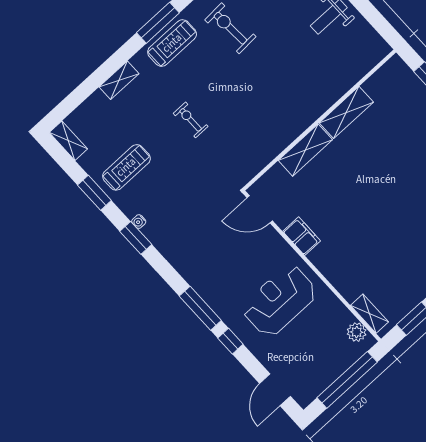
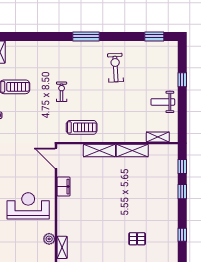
treadmill: (172, 43) -> (82, 127), moved
shelving: (119, 80) -> (158, 137), moved
plant: (357, 332) -> (49, 239), moved

